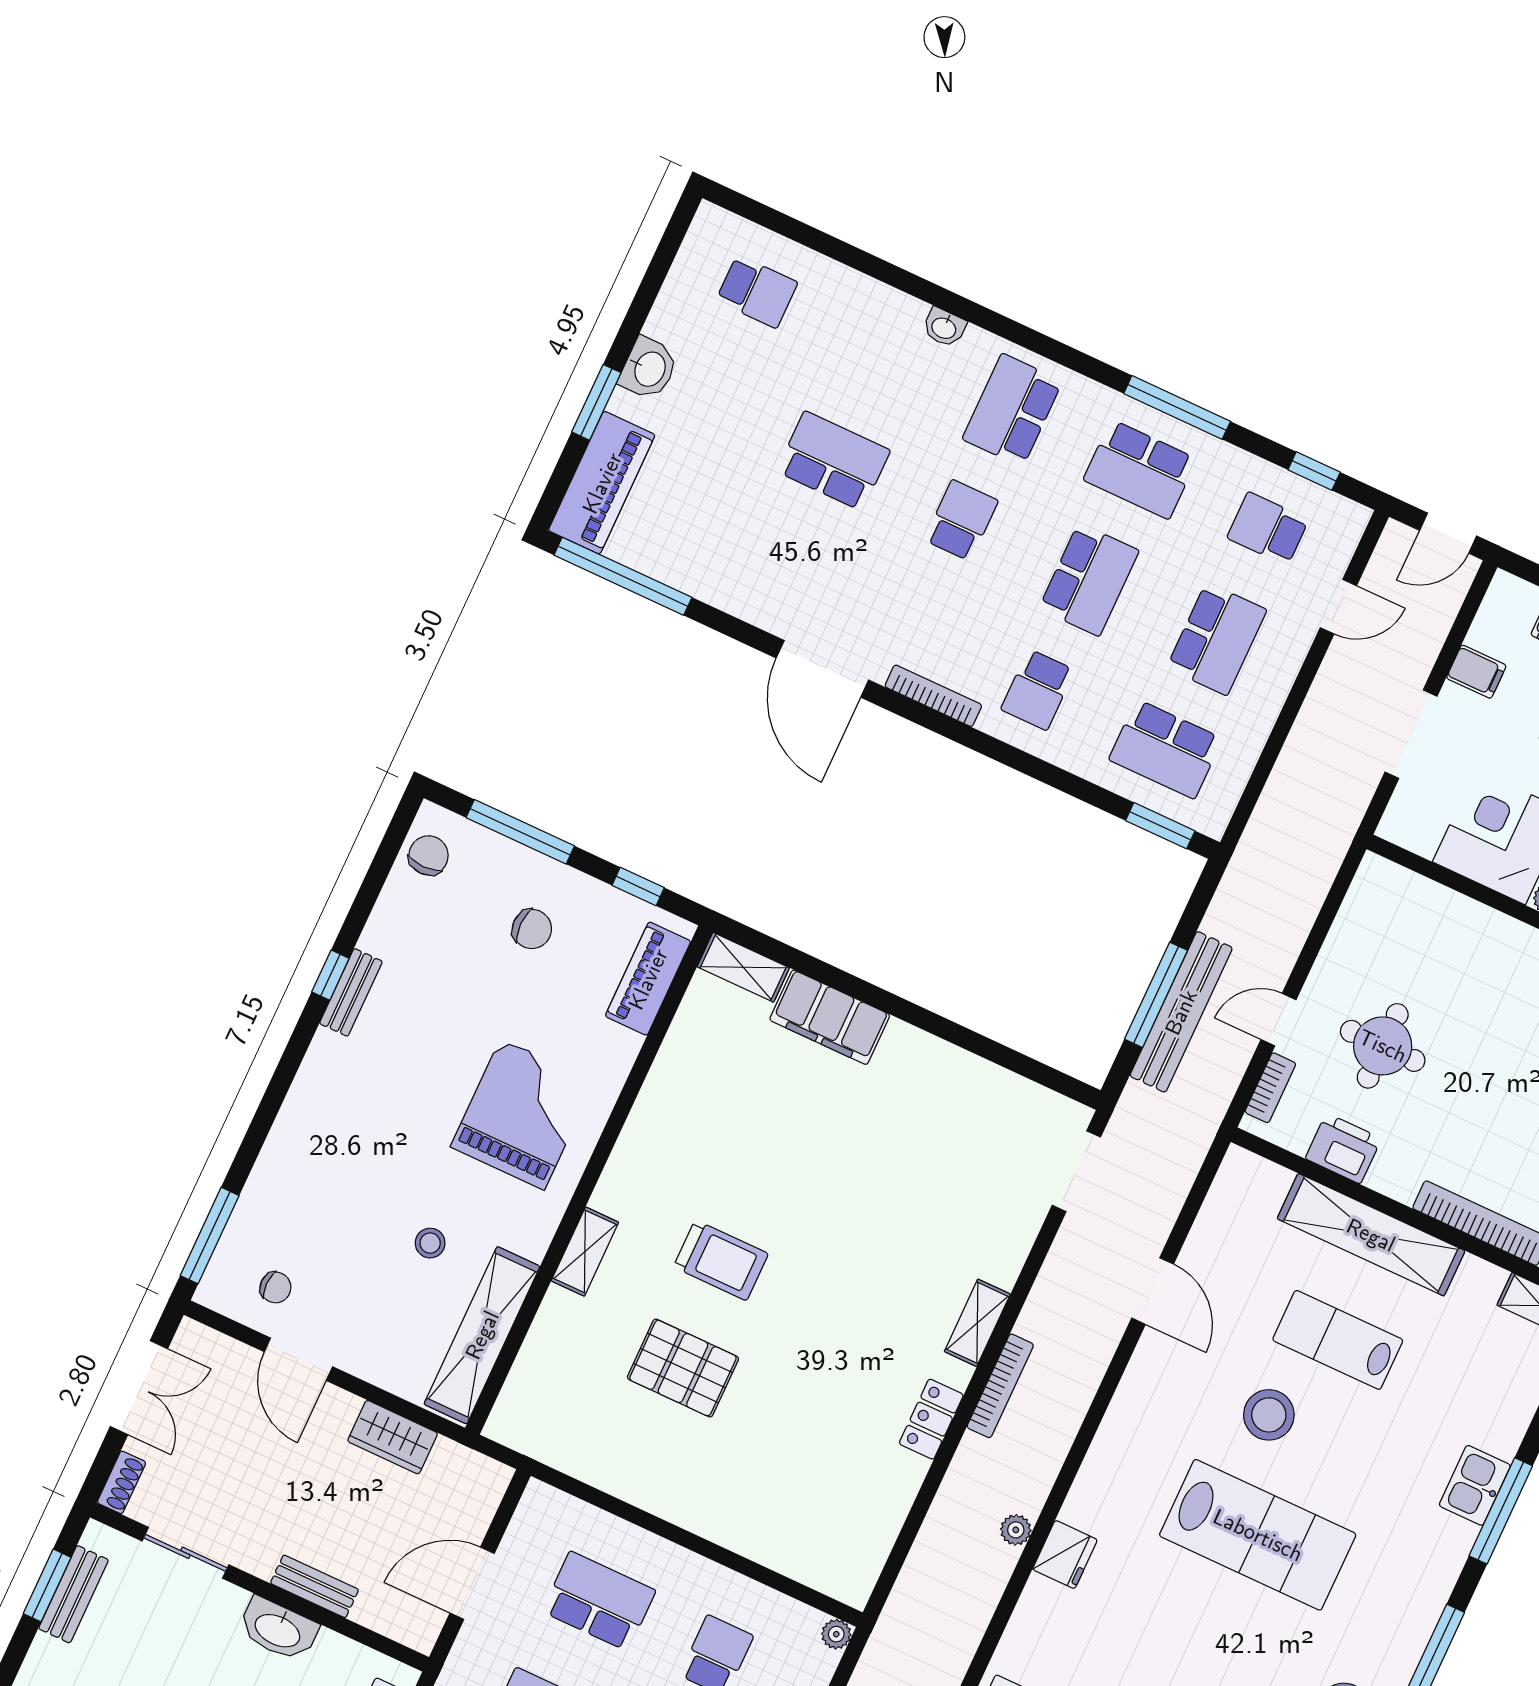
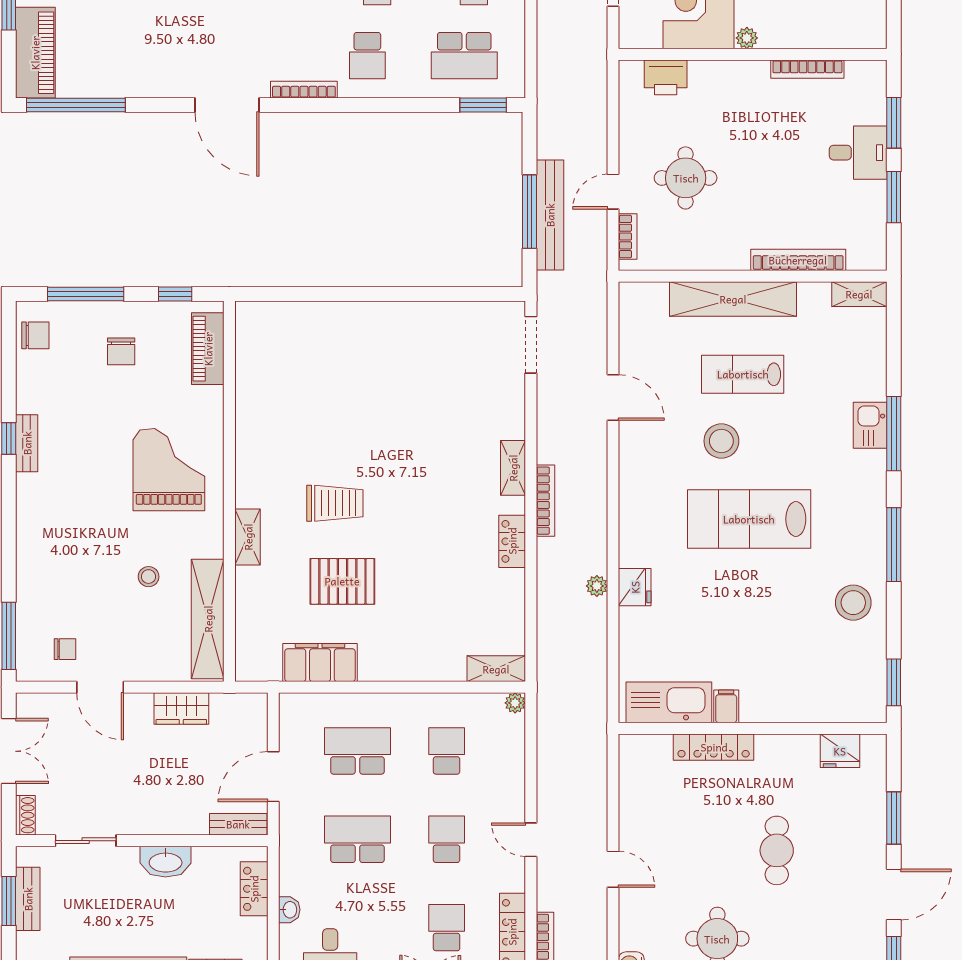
chair: (429, 855) -> (35, 335), turned 90
chair: (532, 929) -> (121, 351), turned 90
shelving: (743, 967) -> (496, 669), moved
filing cabinet: (830, 1017) -> (320, 662), moved, turned 180
printer: (1343, 1148) -> (666, 77), moved, turned 180
lab bench: (1258, 1535) -> (749, 519), turned 180
bench: (314, 1586) -> (238, 824), moved

